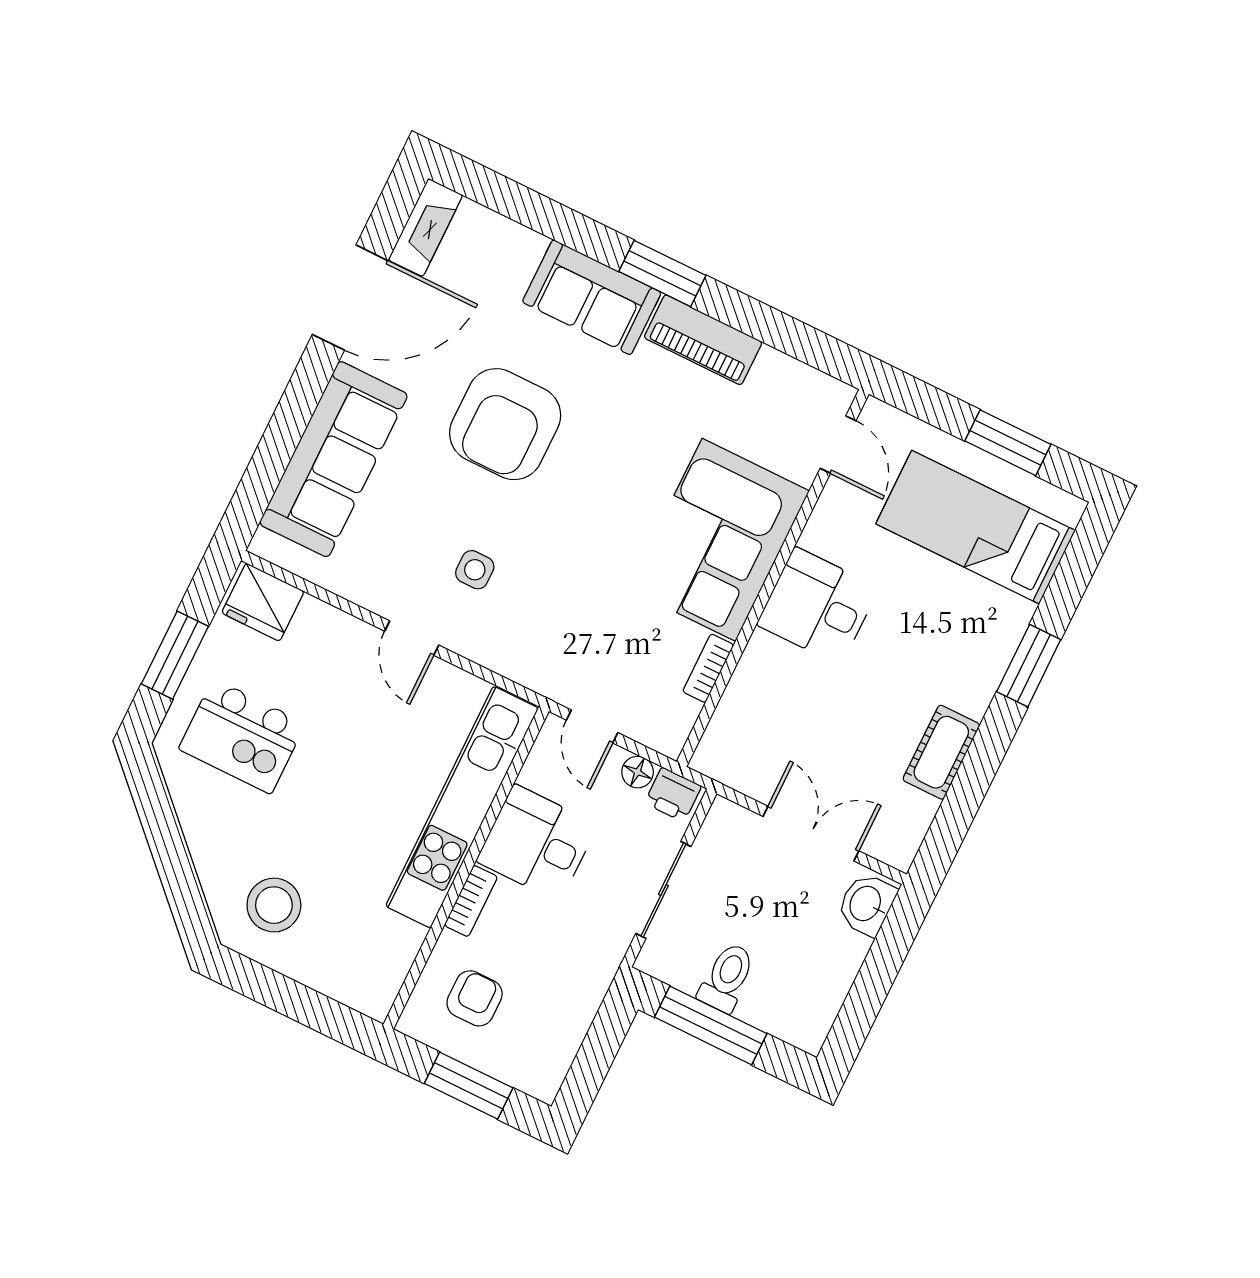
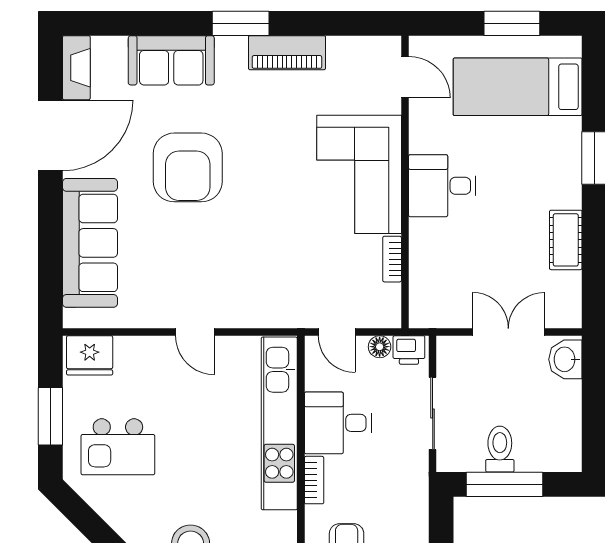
sofa: (592, 297) -> (171, 60), moved
side table: (475, 570) -> (214, 269), removed

